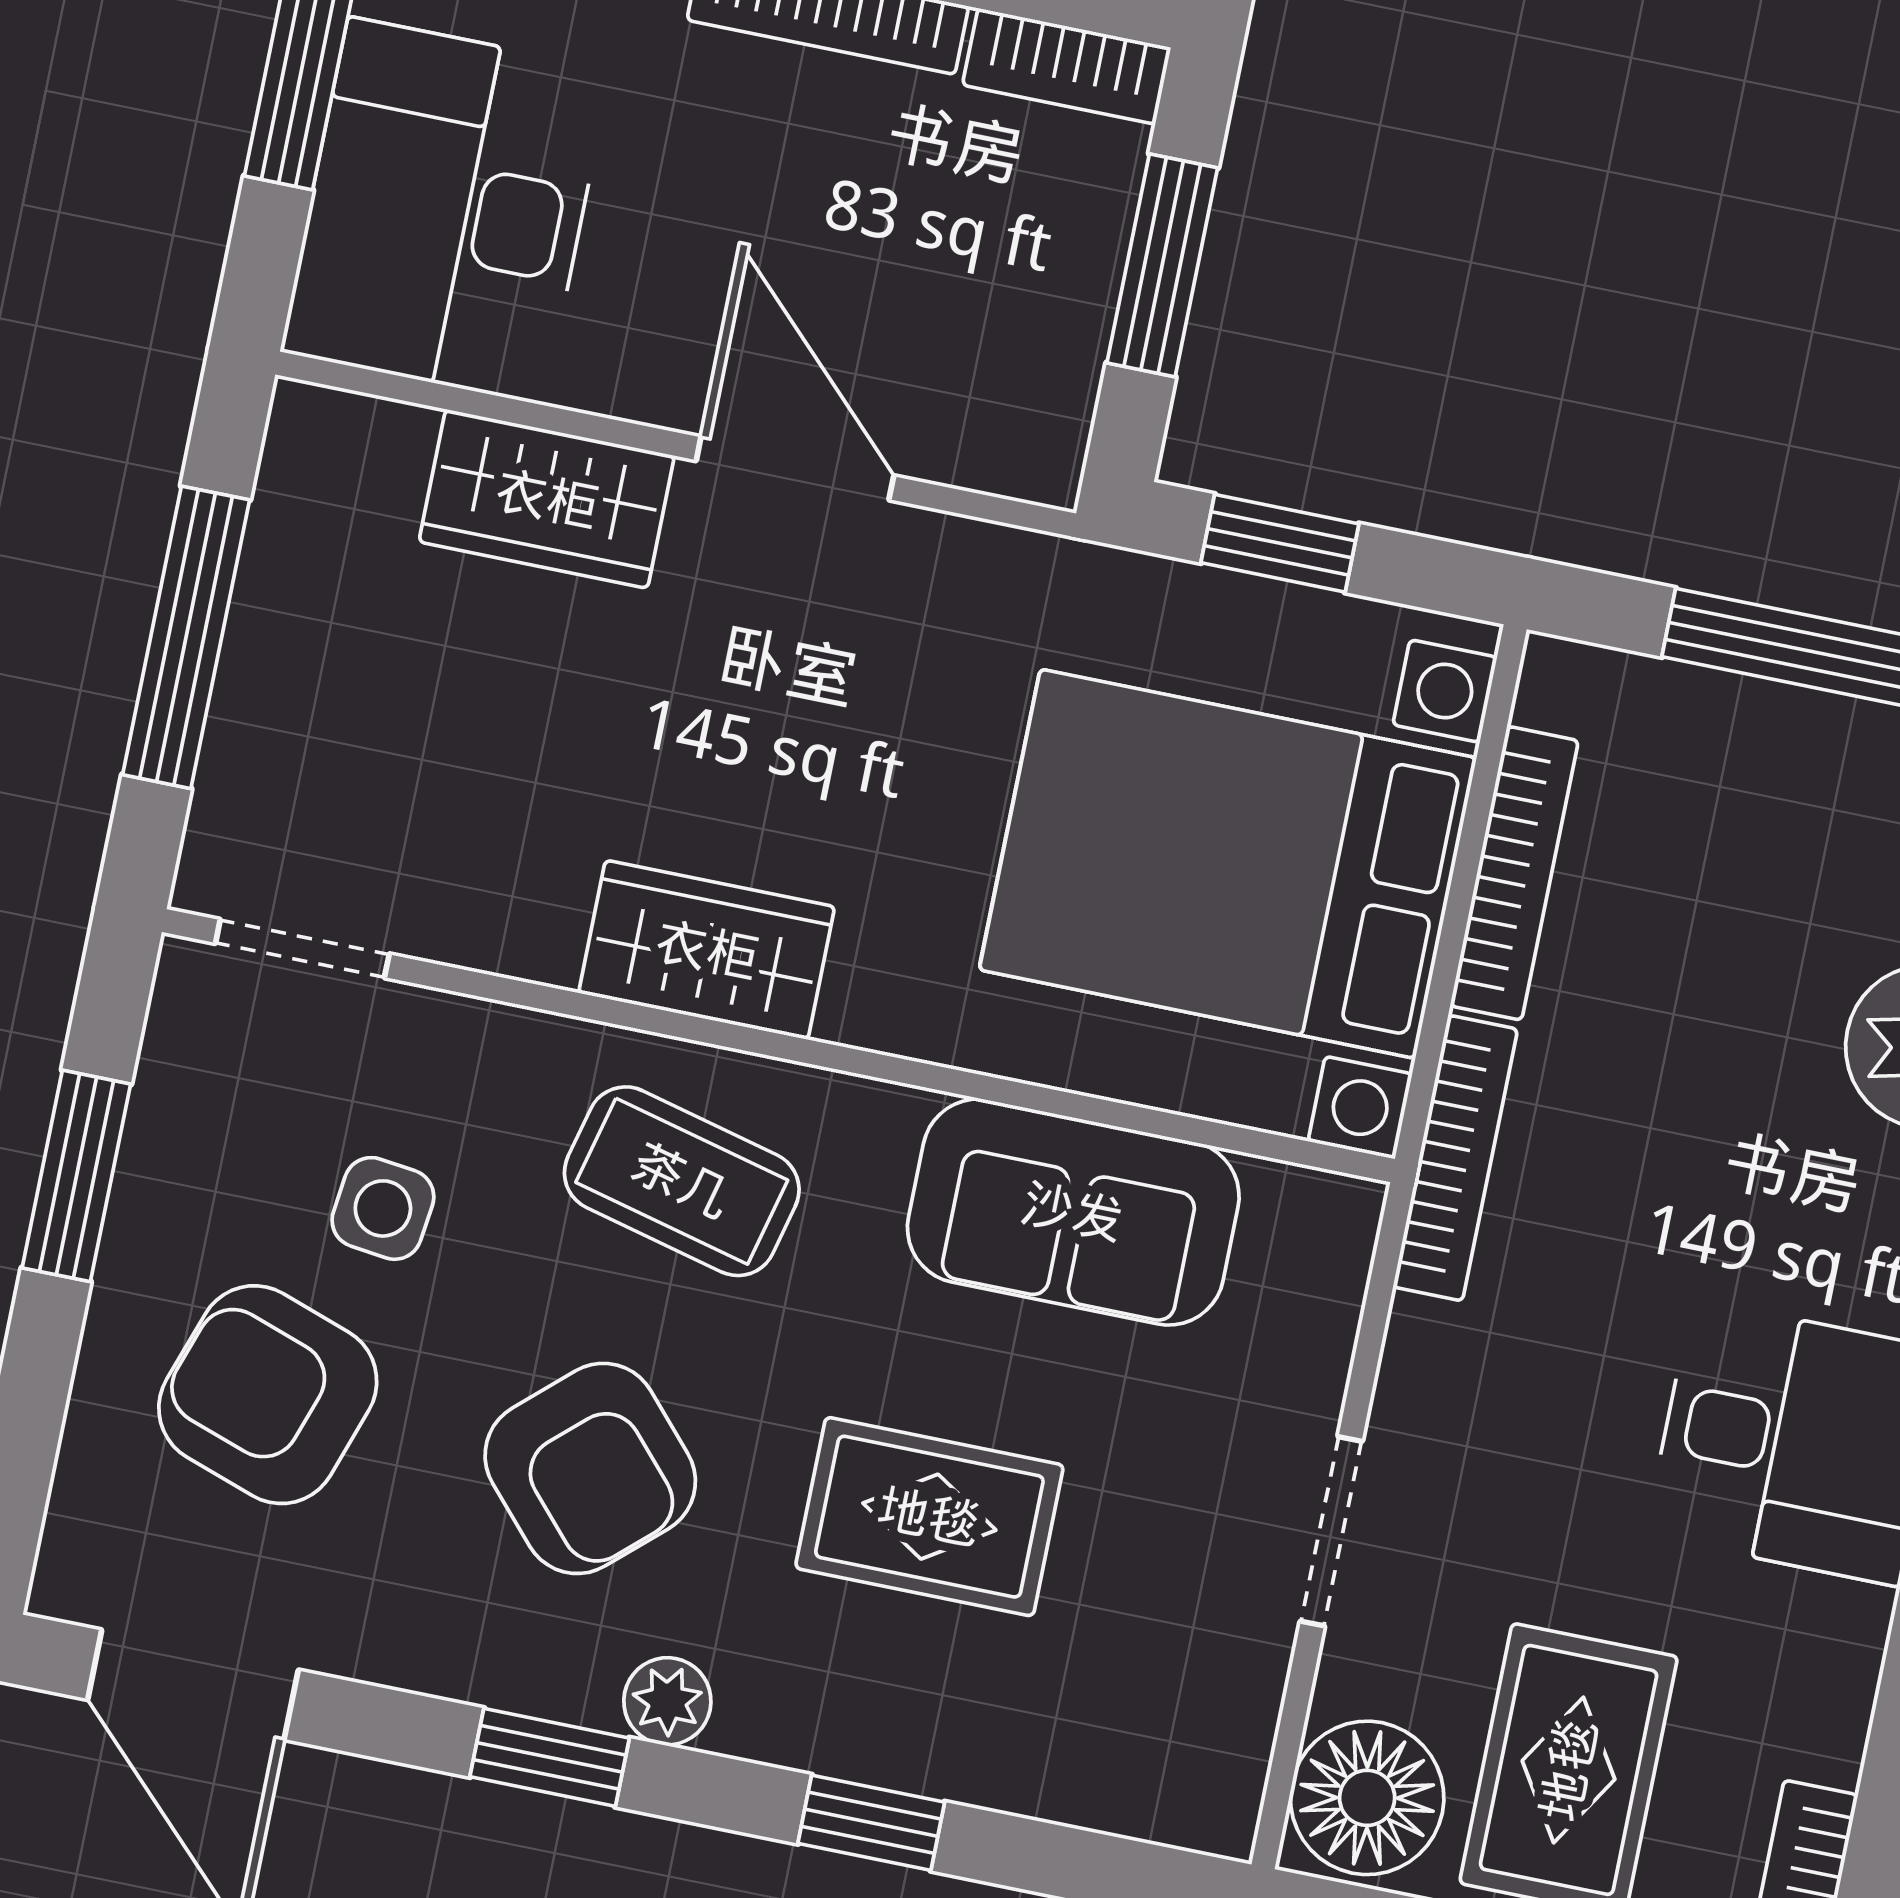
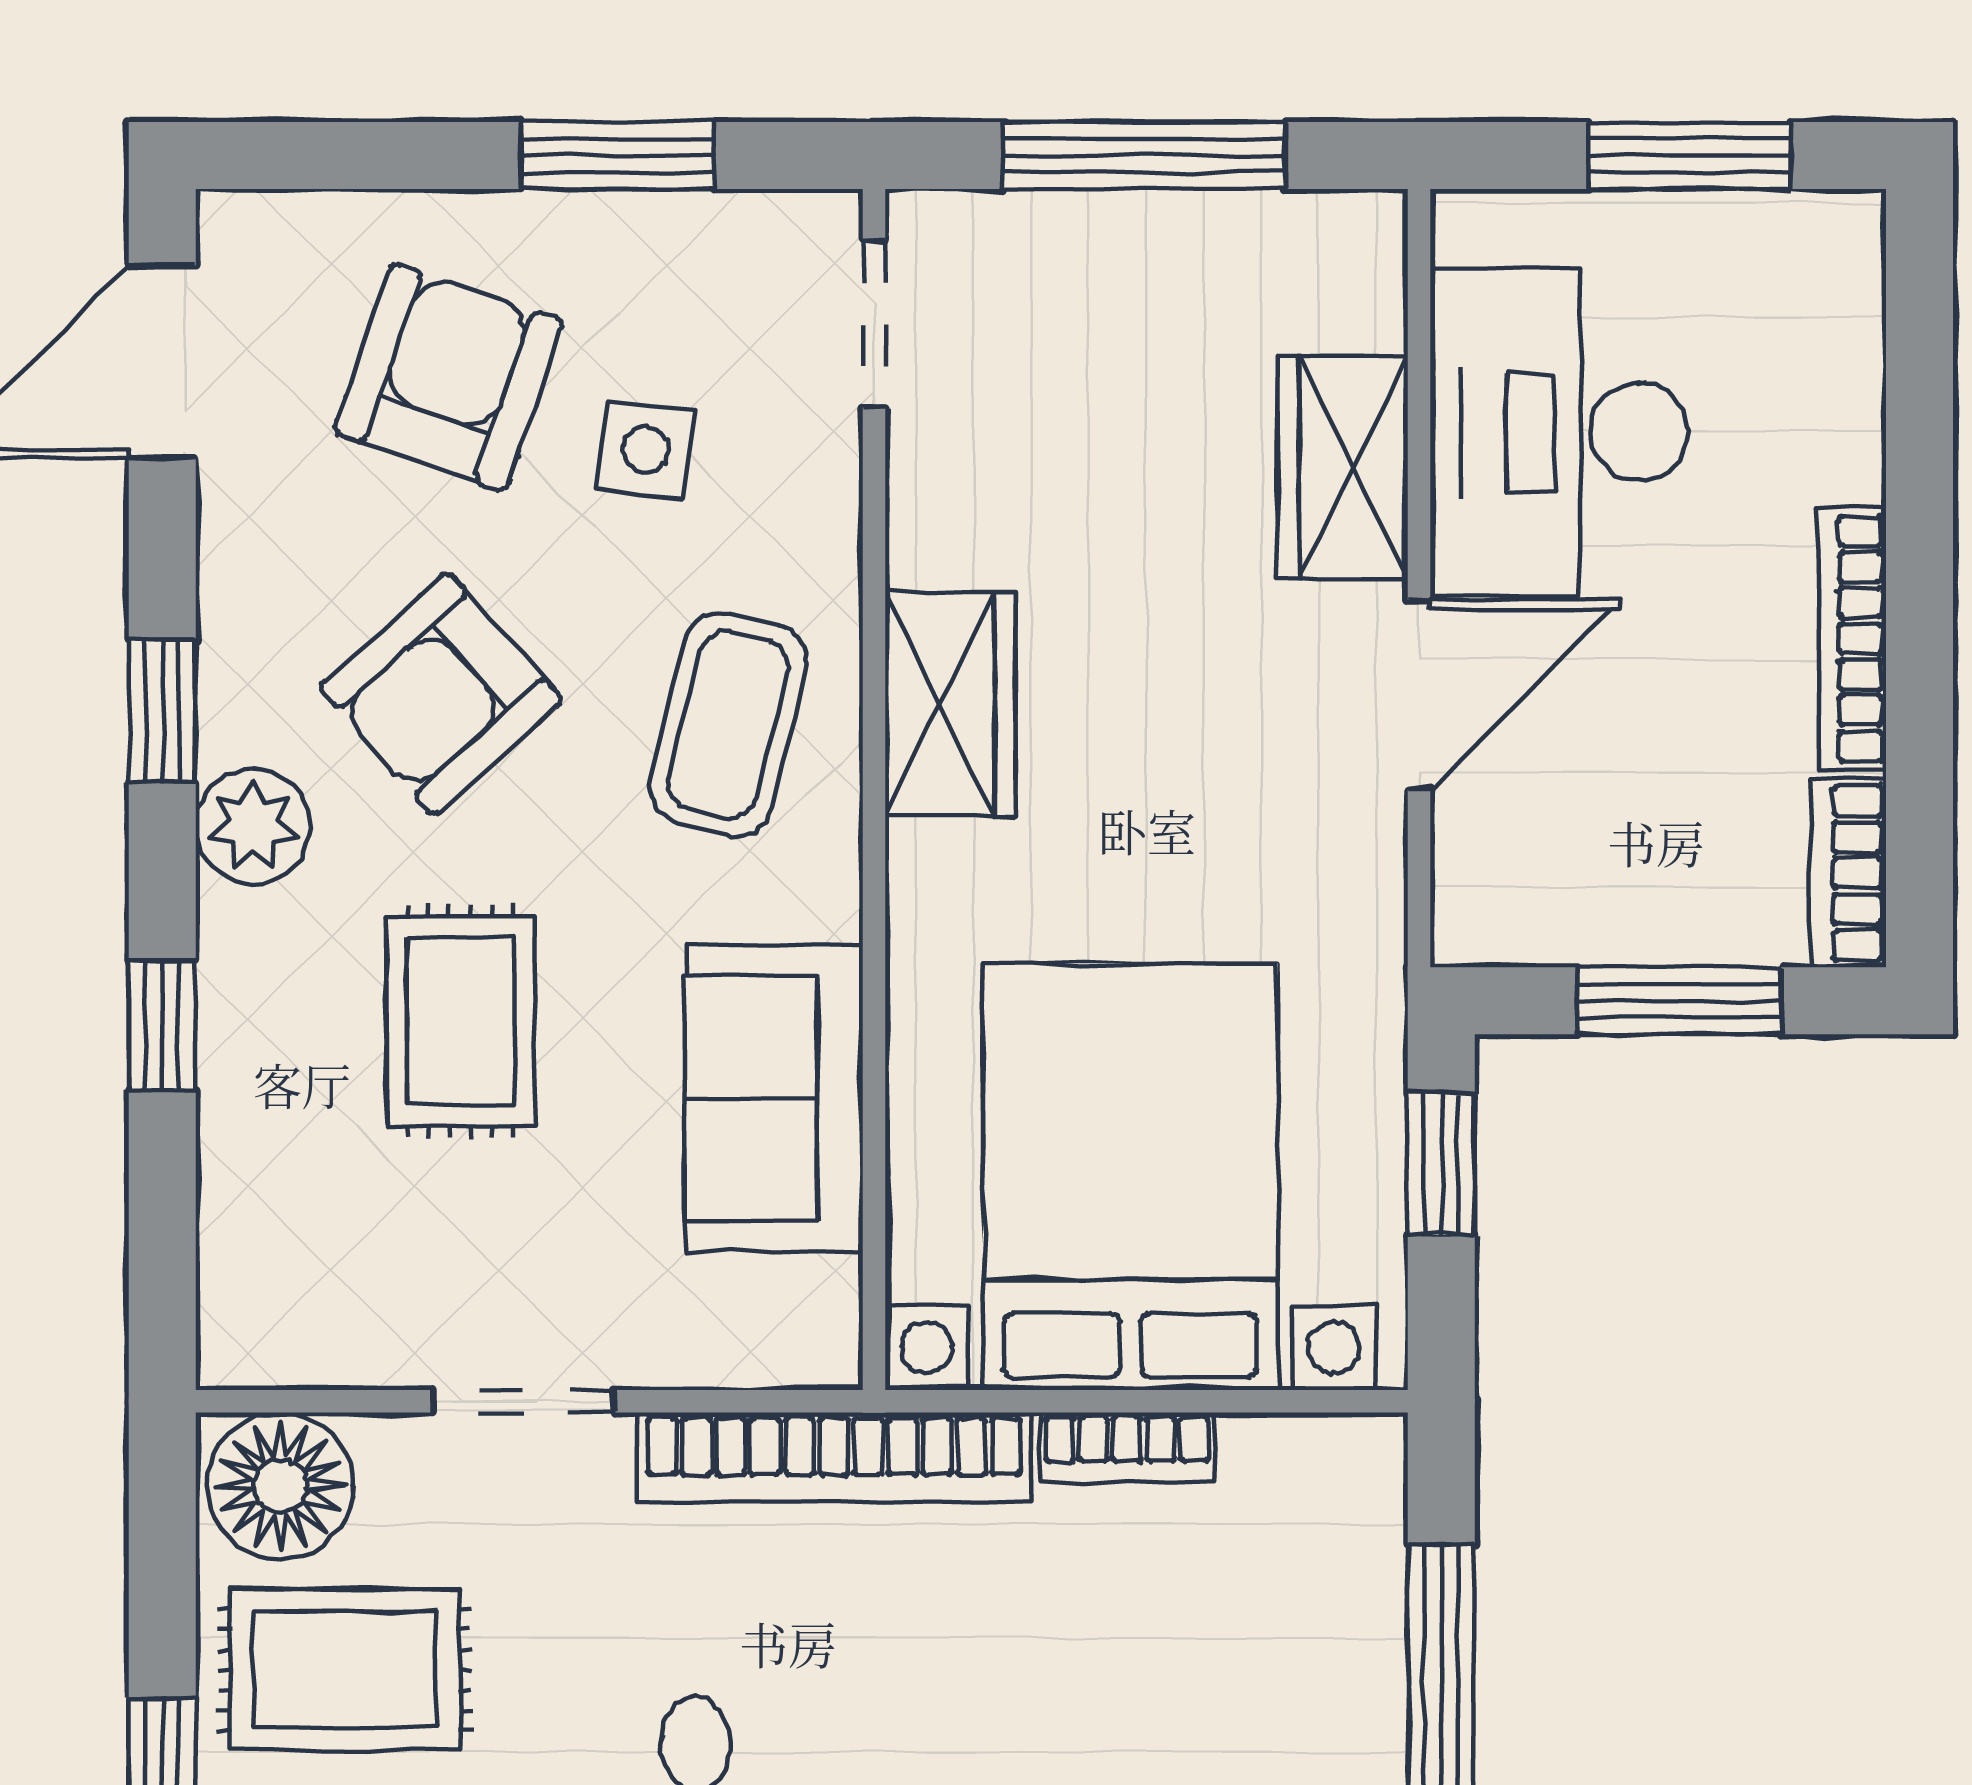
desk: (446, 211) -> (1559, 432), moved, turned -90
bookcase: (1514, 873) -> (1127, 1447), width x0.64
bookcase: (1455, 1158) -> (834, 1457), width x1.48, depth x1.31
plant: (667, 1701) -> (253, 826), width x1.38, depth x1.38

